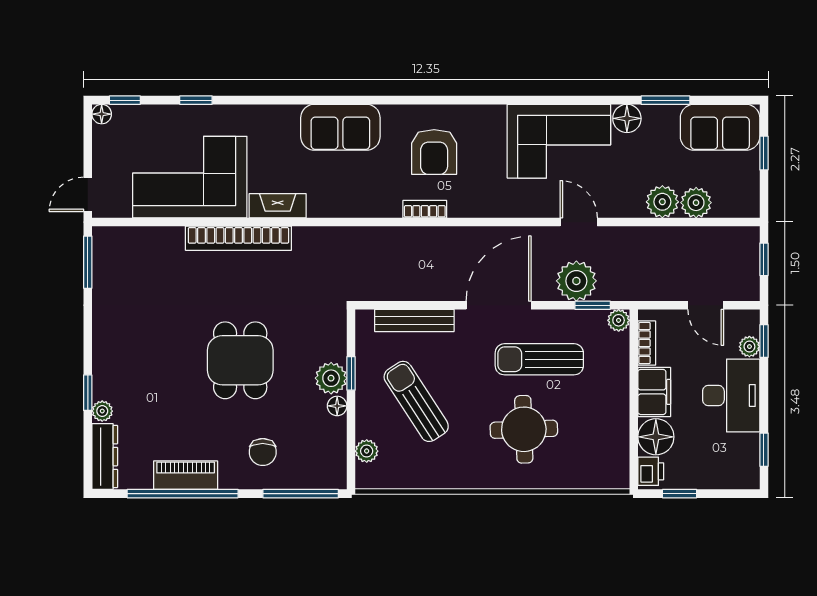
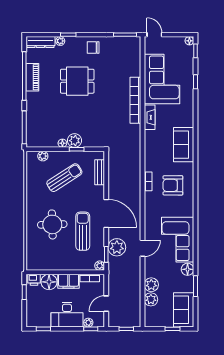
bench: (414, 320) -> (100, 172), width x0.73
dining table: (240, 360) -> (77, 81), moved
chair: (263, 452) -> (93, 47), moved

